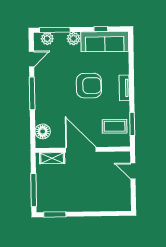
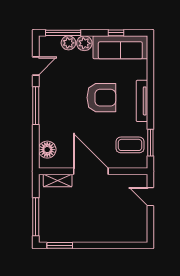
plant: (47, 39) -> (68, 43), moved
tv unit: (124, 88) -> (142, 101), width x1.41

